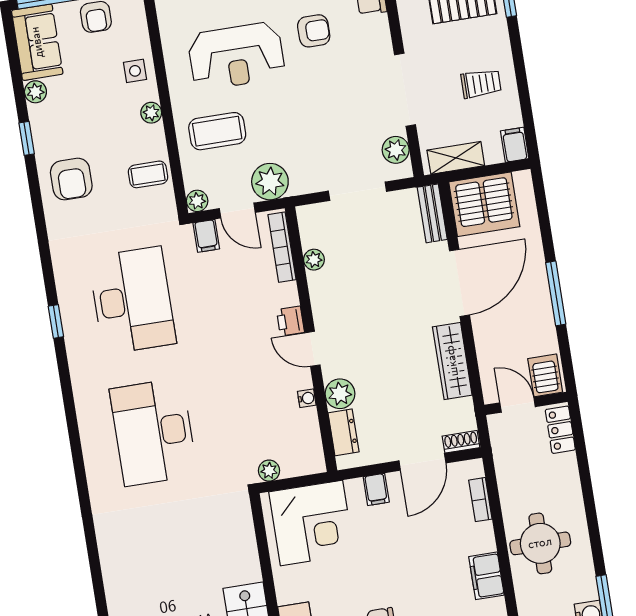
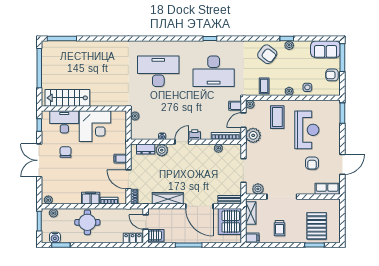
reception desk: (236, 56) -> (307, 130), turned 180
plant: (35, 92) -> (289, 45), moved
armchair: (71, 179) -> (267, 54), turned -142
door: (518, 405) -> (146, 222), swing flipped
corner desk: (312, 523) -> (95, 126), moved, turned -90
filing cabinet: (486, 576) -> (91, 198), moved

